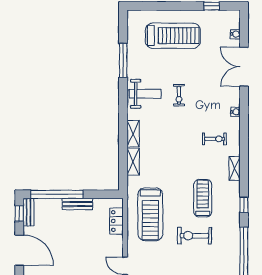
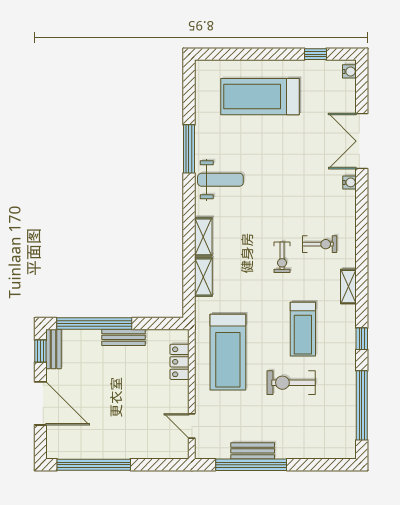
water cooler: (235, 34) -> (349, 71), moved
treadmill: (173, 36) -> (260, 97), turned 180
window: (123, 60) -> (189, 149), moved
exercise bike: (179, 95) -> (282, 257), moved
water cooler: (235, 112) -> (350, 182), moved
treadmill: (203, 198) -> (303, 329), turned 180

